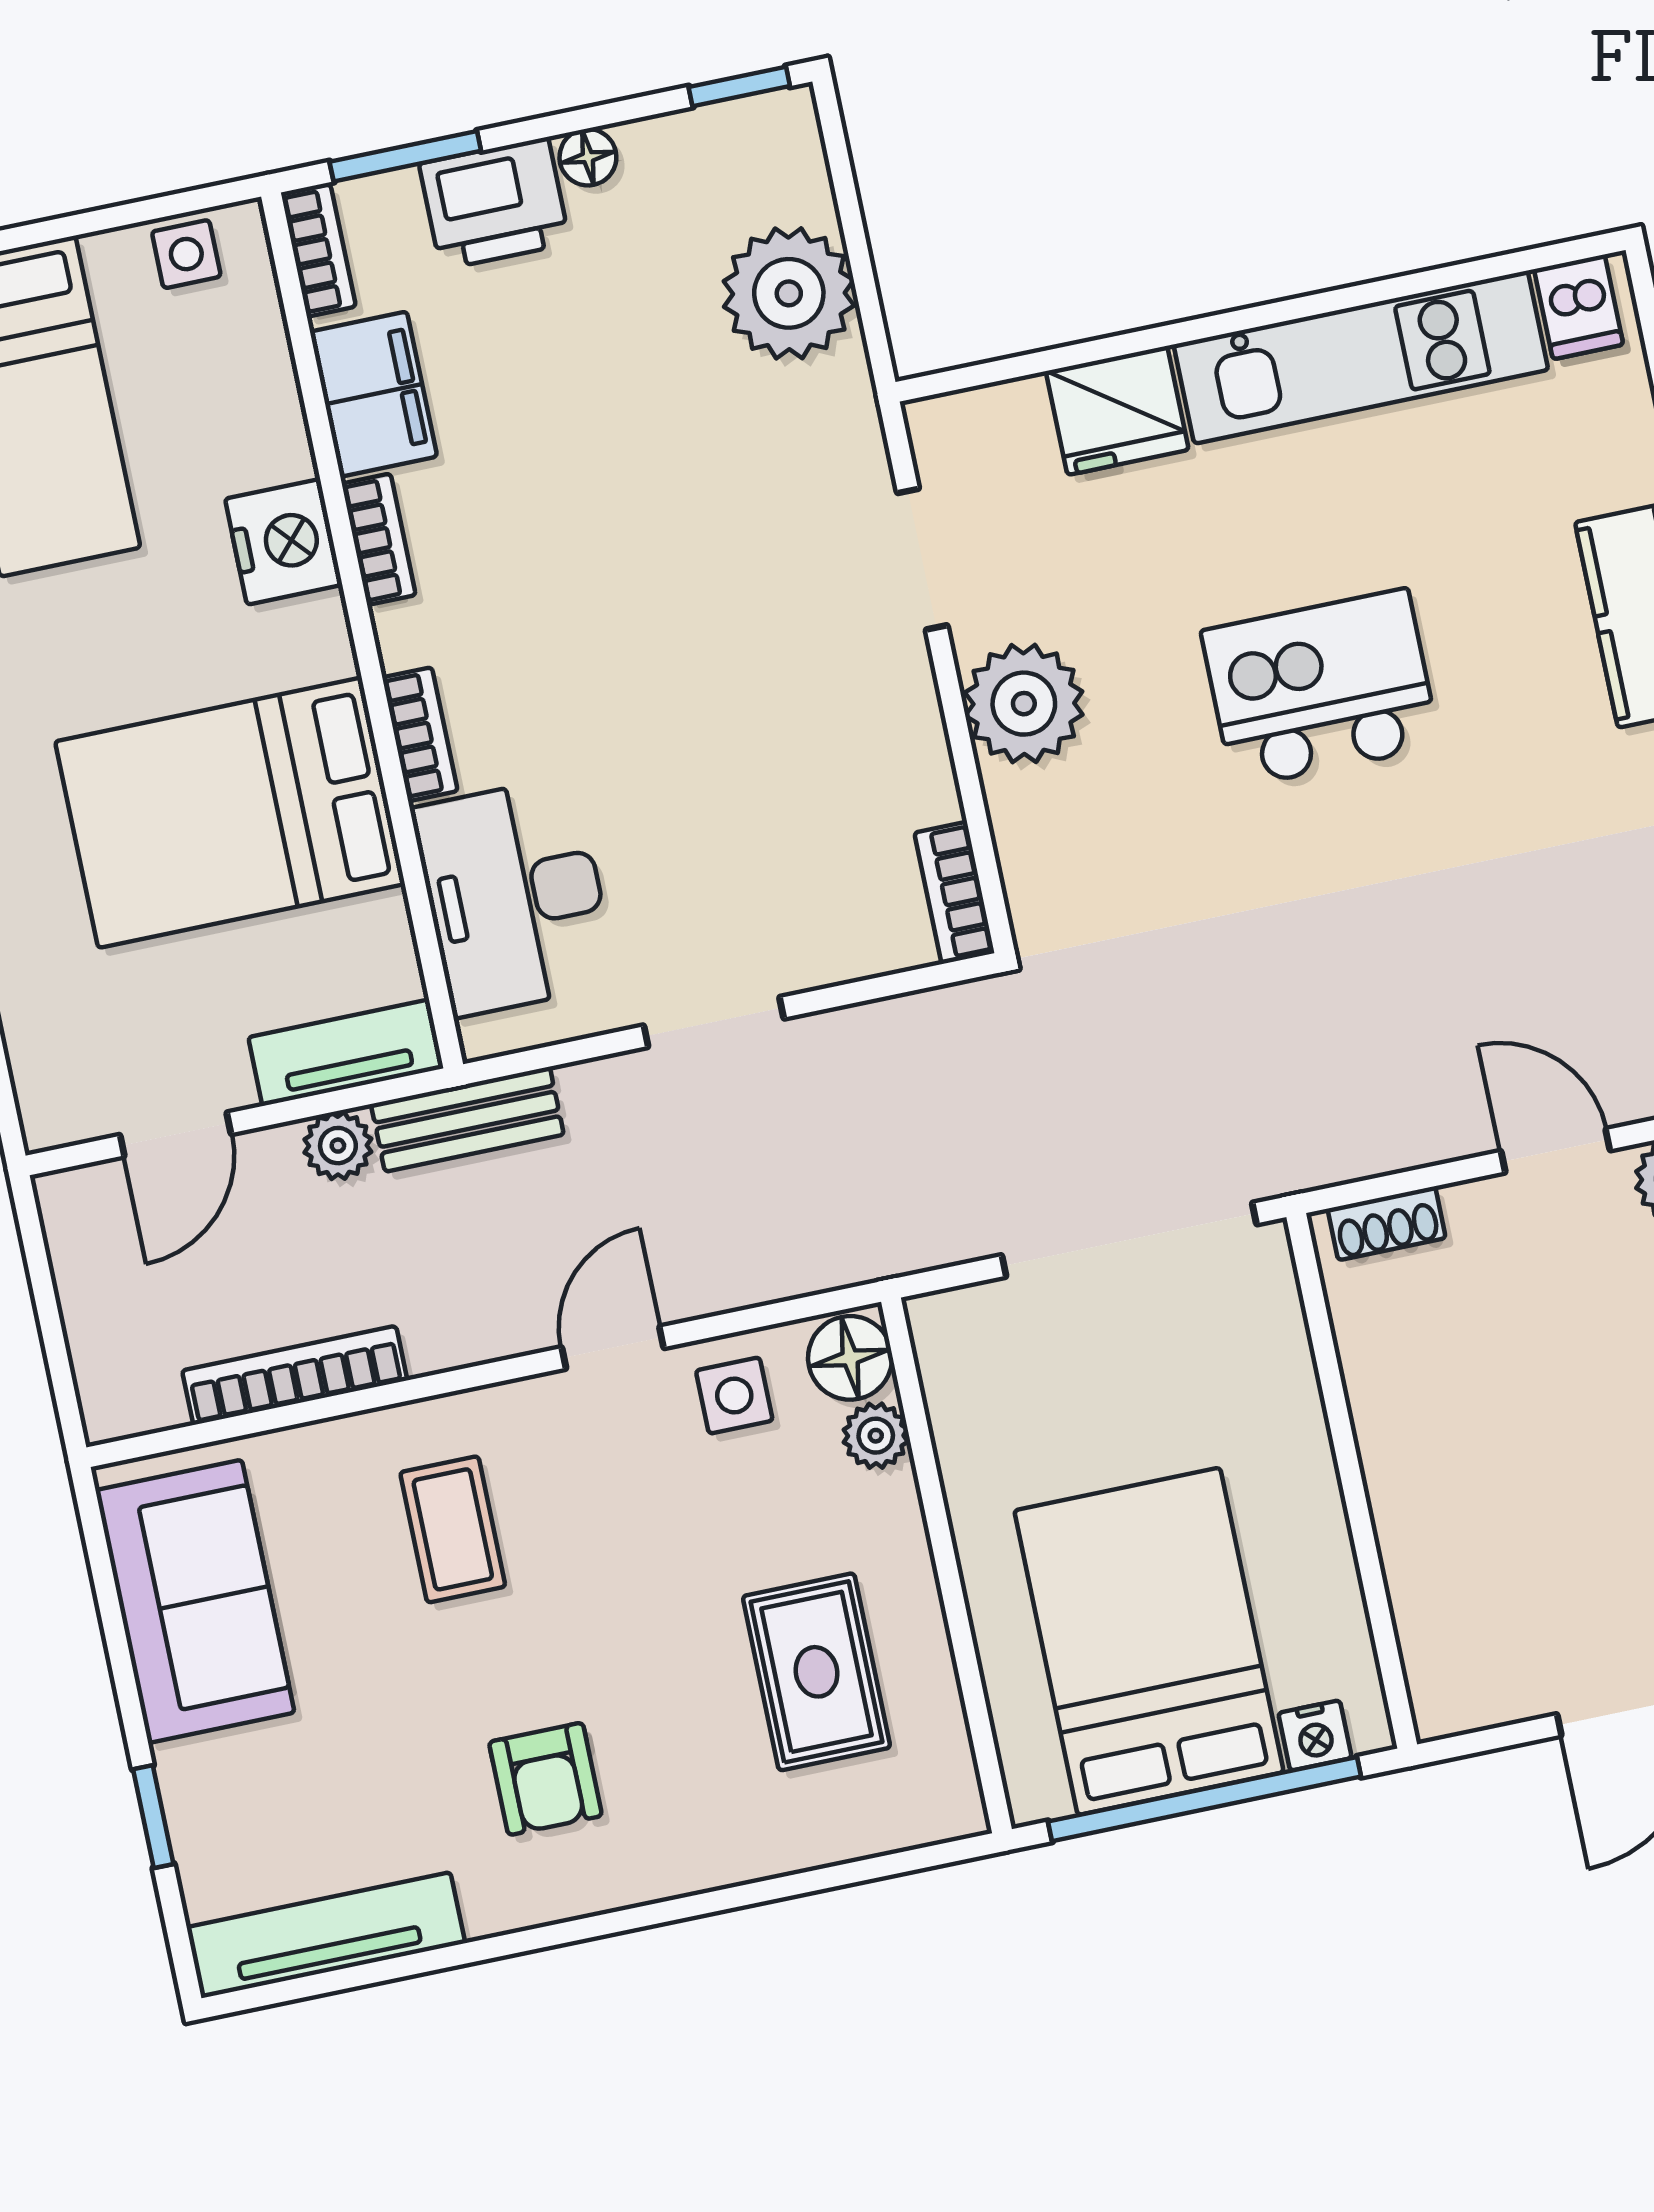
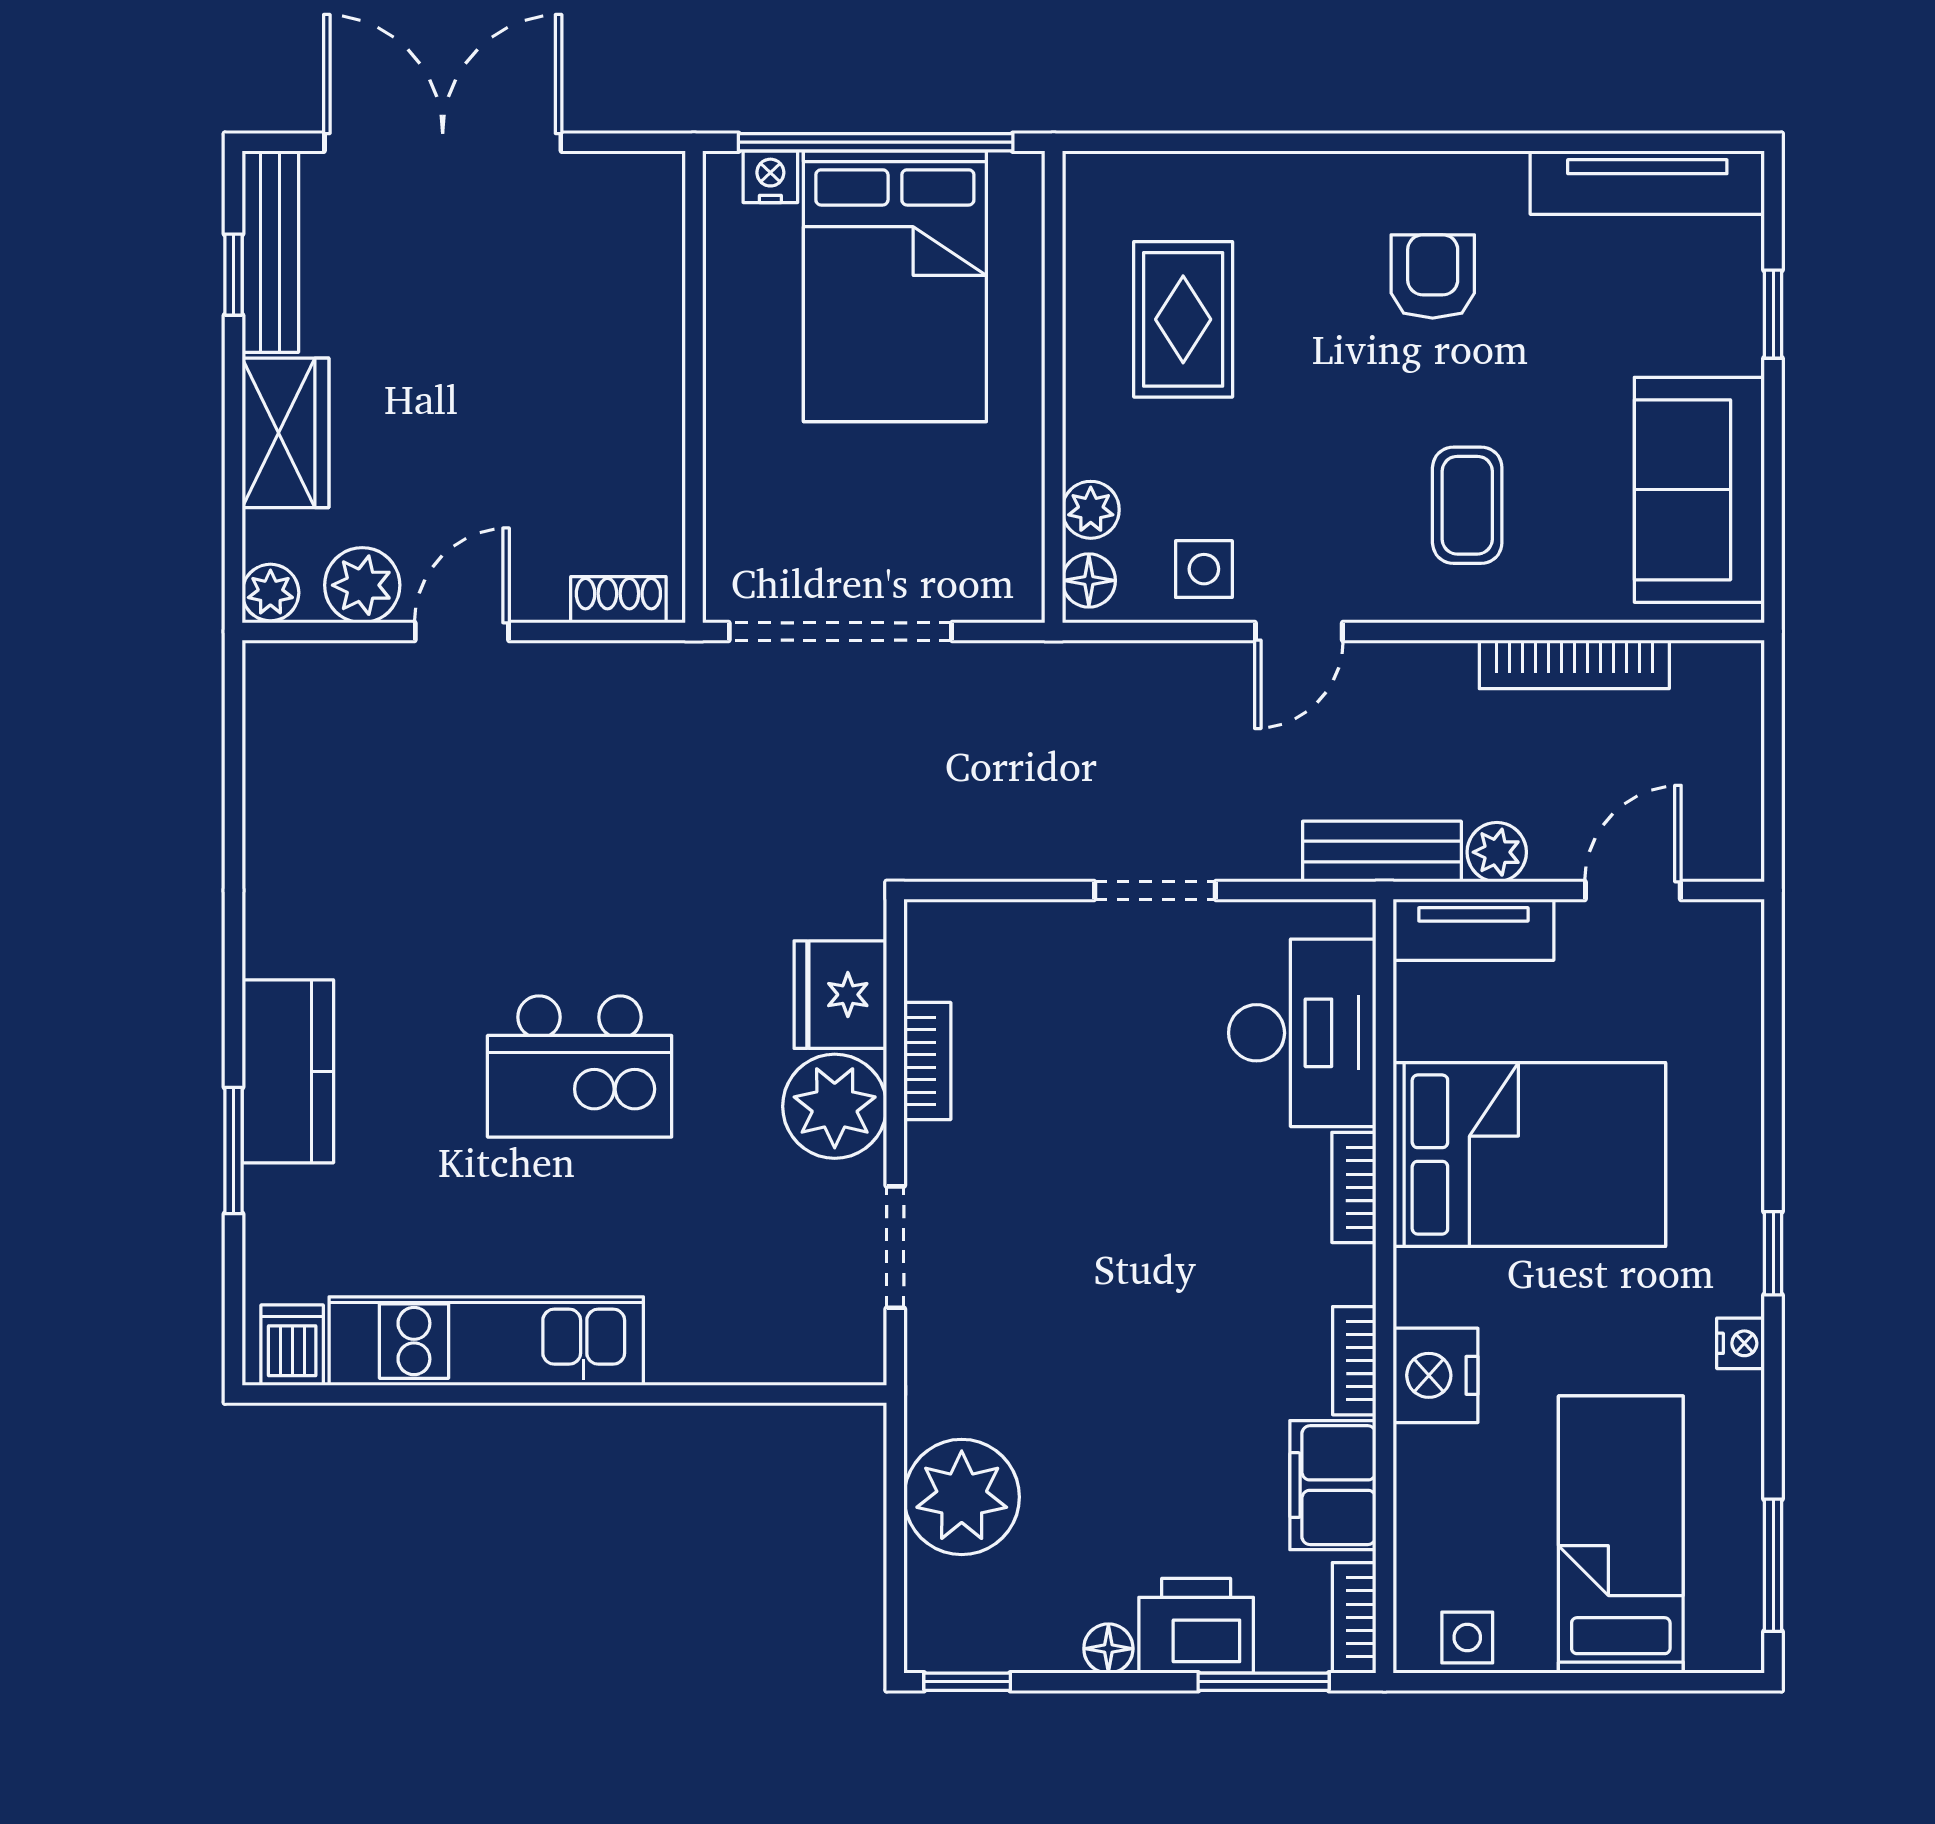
fridge: (1117, 410) -> (840, 995), moved, turned -90
bookcase: (954, 893) -> (927, 1061), moved
door: (1555, 1151) -> (462, 631), swing flipped
floor lamp: (850, 1358) -> (1089, 580), width x0.73, depth x0.73

